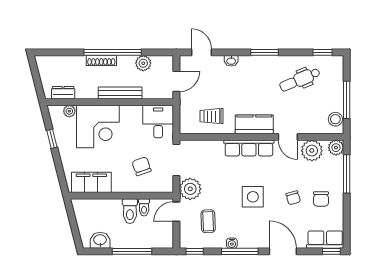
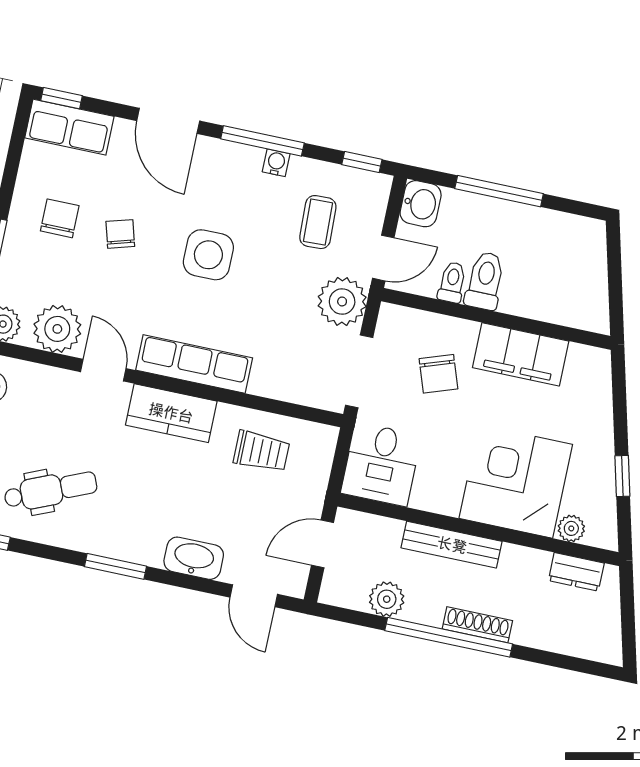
washbasin: (231, 61) -> (194, 558), width x1.91, depth x1.45
filing cabinet: (91, 182) -> (521, 354), moved
washbasin: (100, 240) -> (421, 204), moved, turned -90

